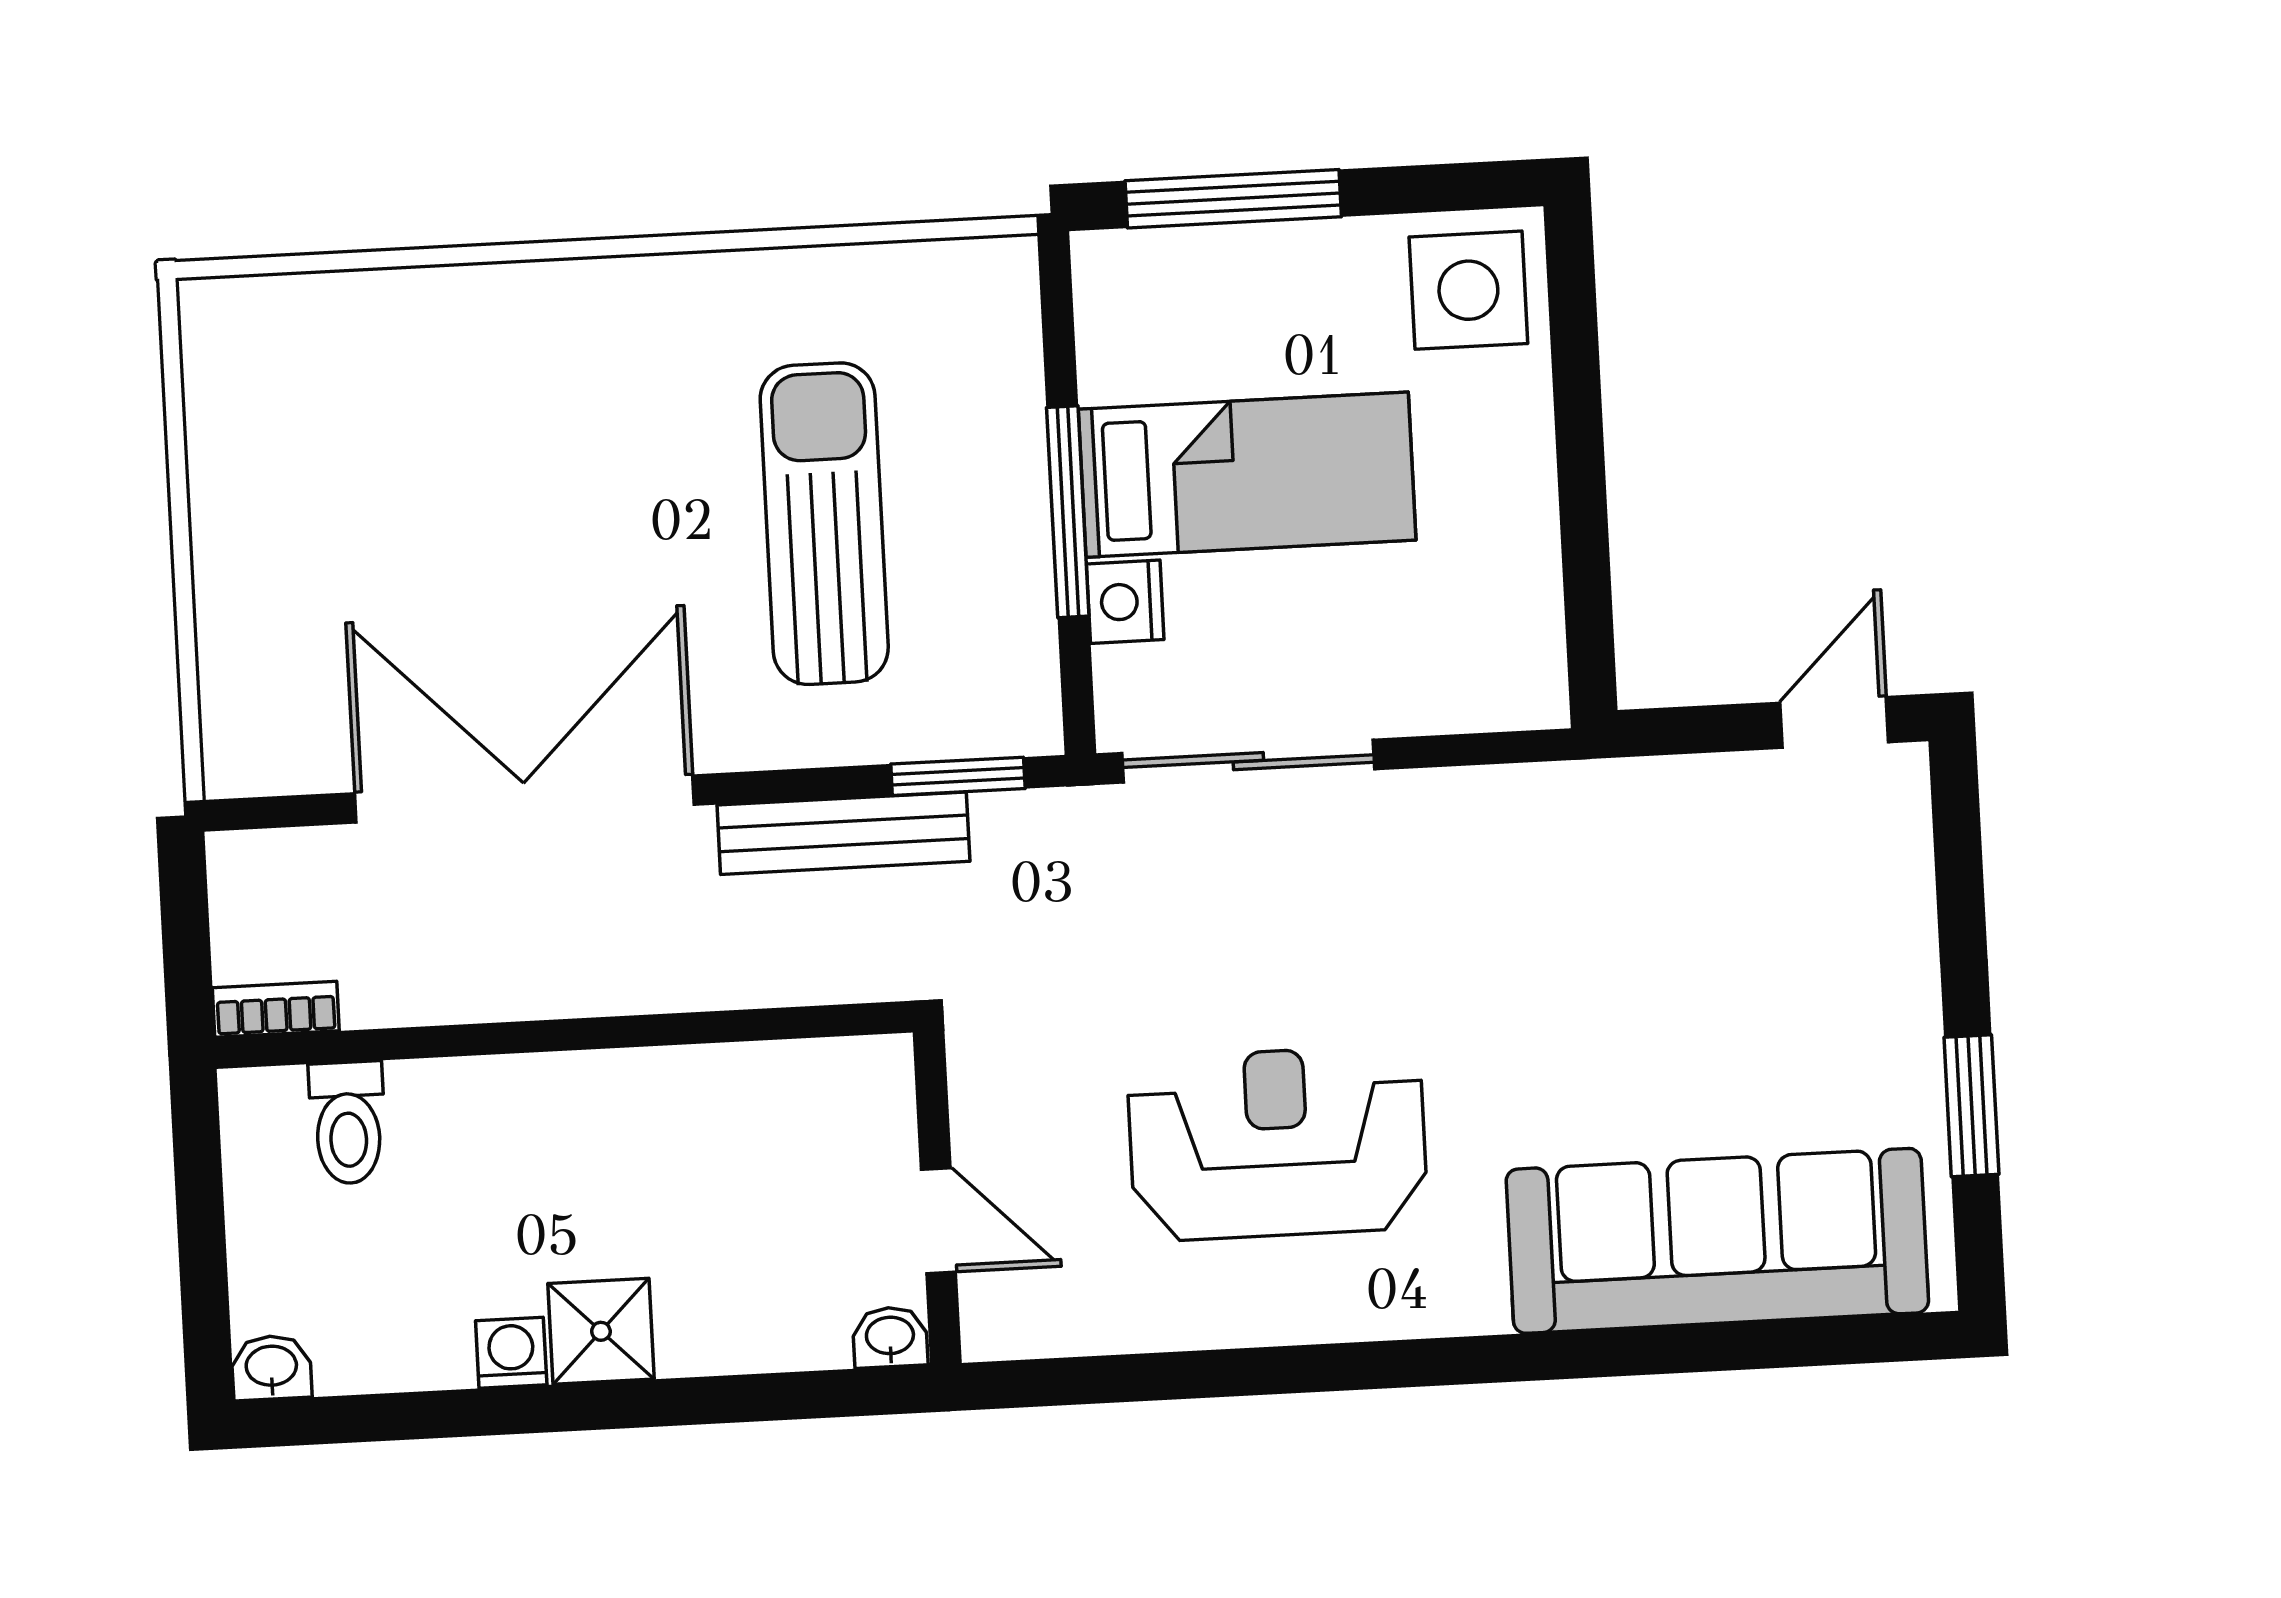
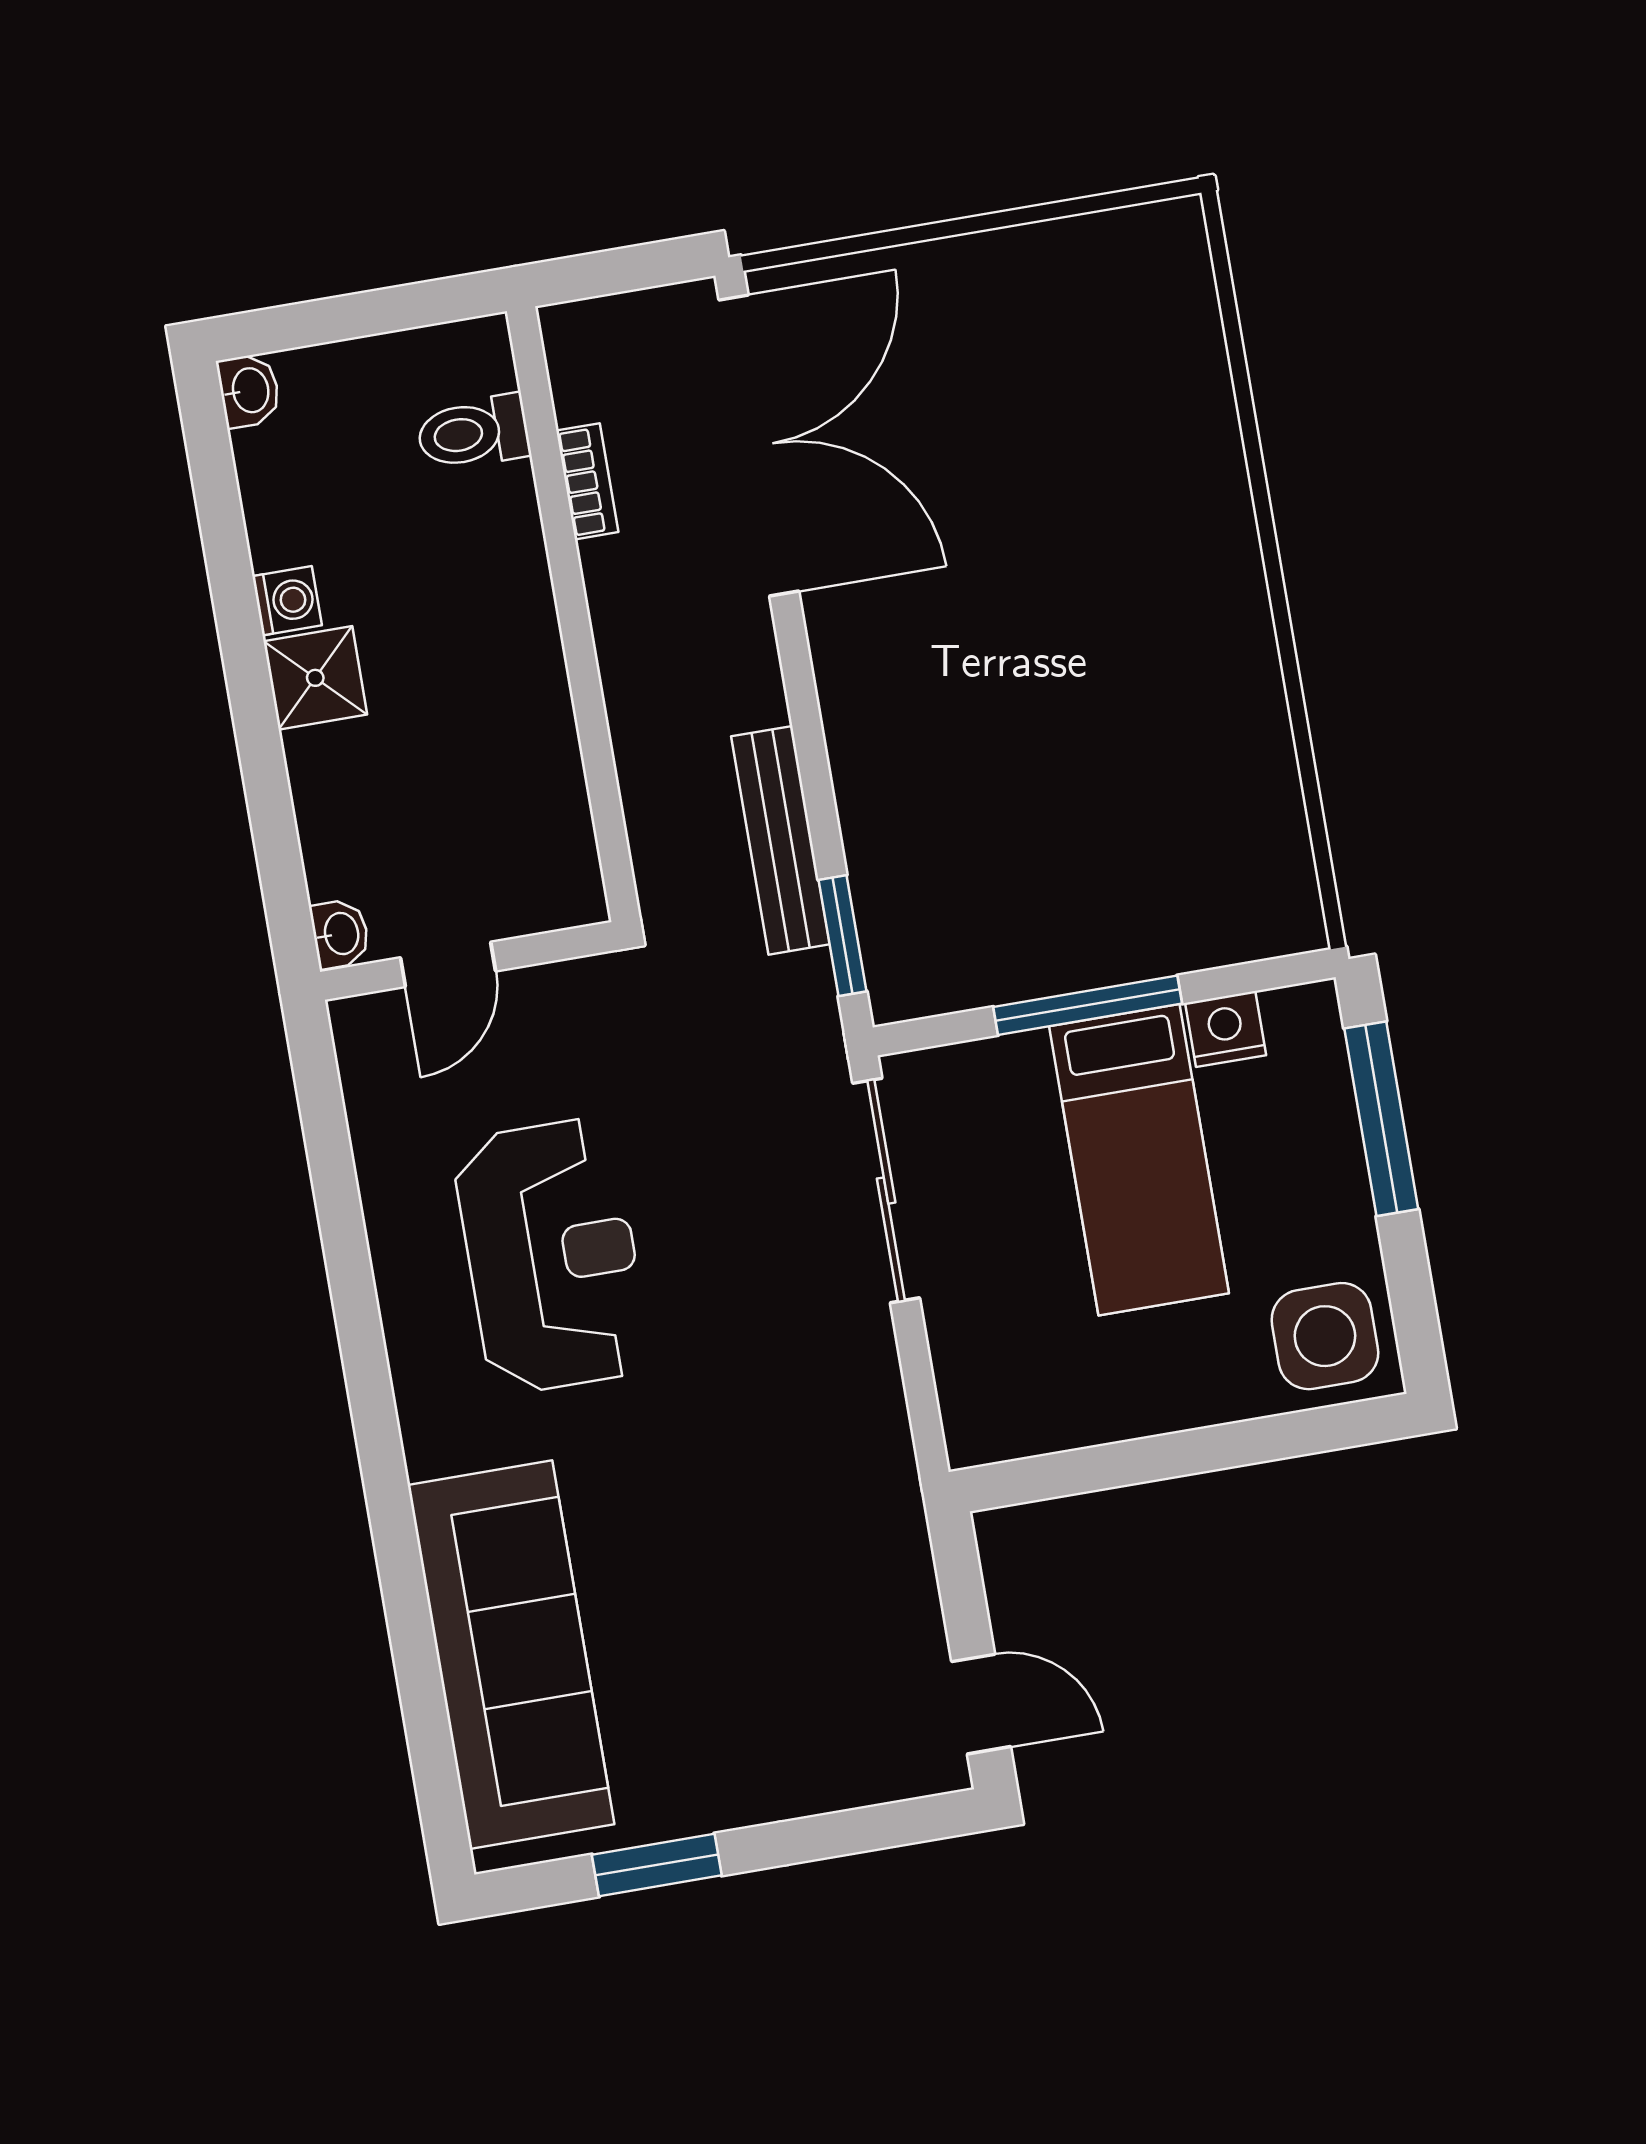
sun lounger: (824, 524) -> (1052, 791), removed
nightstand: (1125, 602) -> (1226, 1029), moved
double door: (524, 799) -> (759, 446), moved
bookcase: (276, 1009) -> (587, 481), moved

